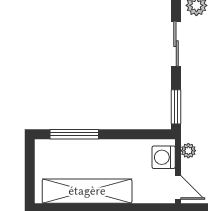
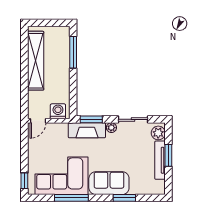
fireplace: (192, 113) -> (87, 130), added
plant: (188, 151) -> (111, 128), moved

